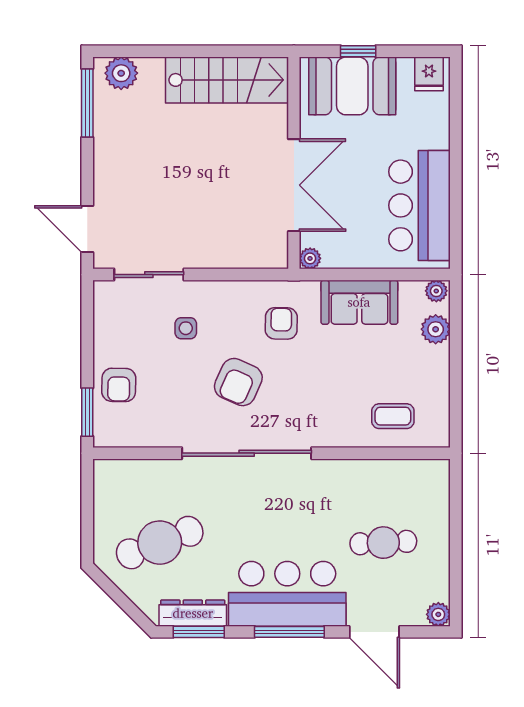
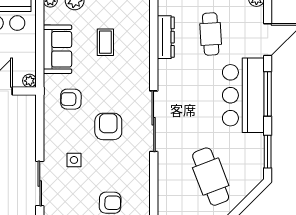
armchair: (238, 382) -> (108, 126), turned -114
coffee table: (393, 416) -> (105, 42), moved
sliding door: (247, 453) -> (154, 121), width x0.73
dresser: (193, 613) -> (166, 37), moved, turned 180

